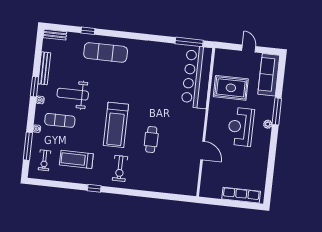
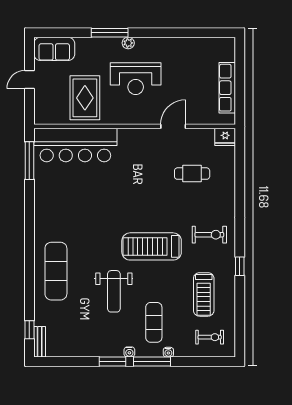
window: (88, 31) -> (29, 330), moved
bench: (44, 68) -> (86, 351), removed
sofa: (269, 75) -> (54, 49), width x0.73
weight bench: (73, 94) -> (114, 291), moved
treadmill: (116, 125) -> (152, 246), turned 180
cafe table: (151, 140) -> (192, 174), moved
window: (28, 146) -> (152, 361), moved
fridge: (191, 188) -> (225, 137), added
row of seats: (241, 195) -> (227, 88), moved

